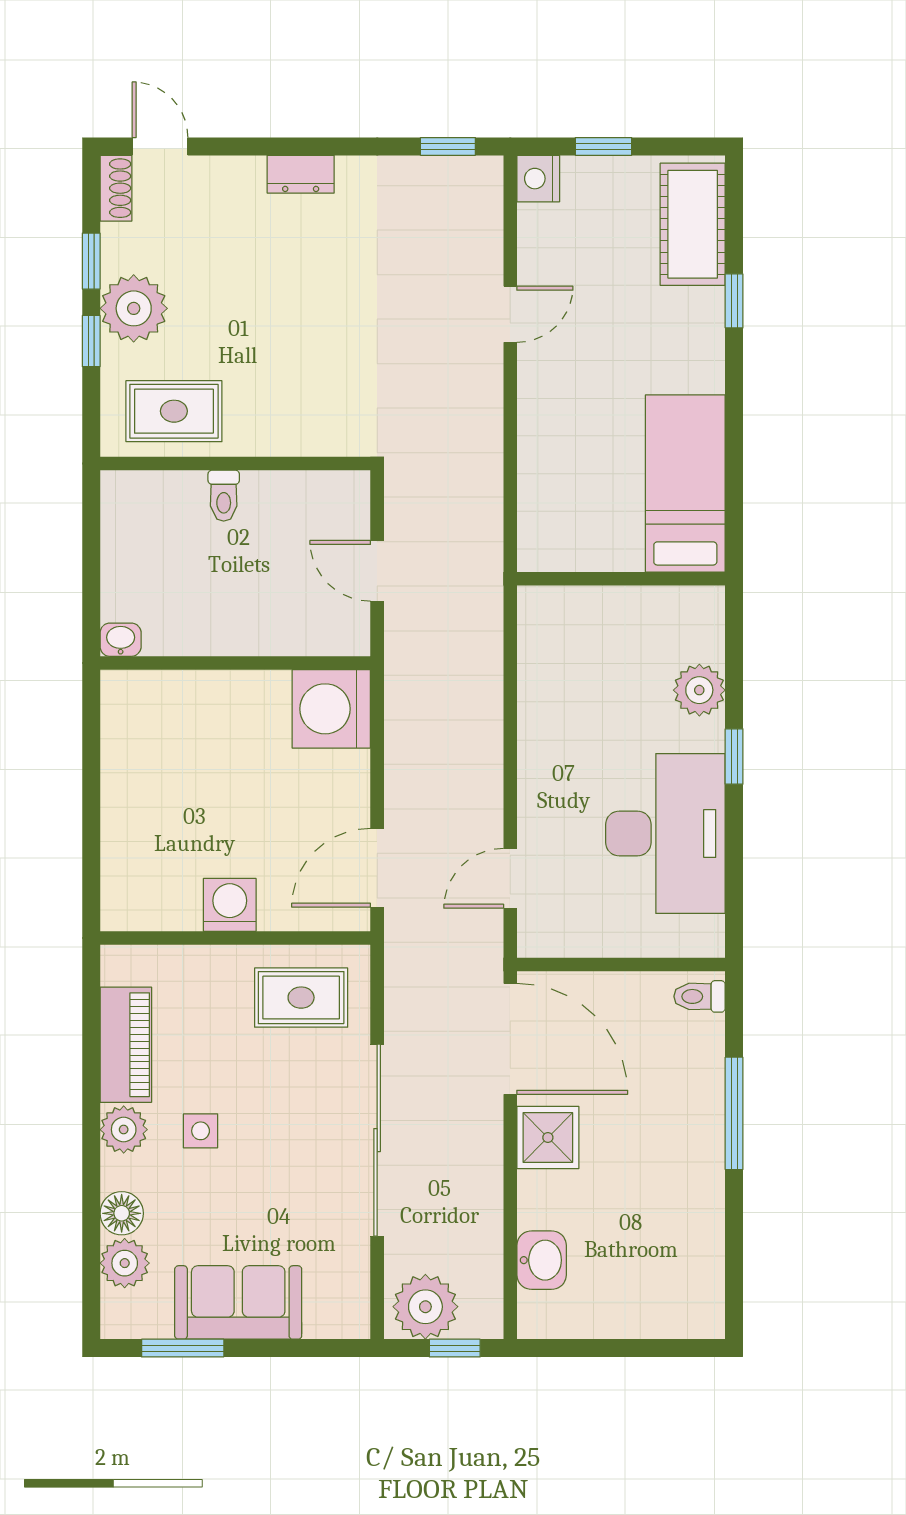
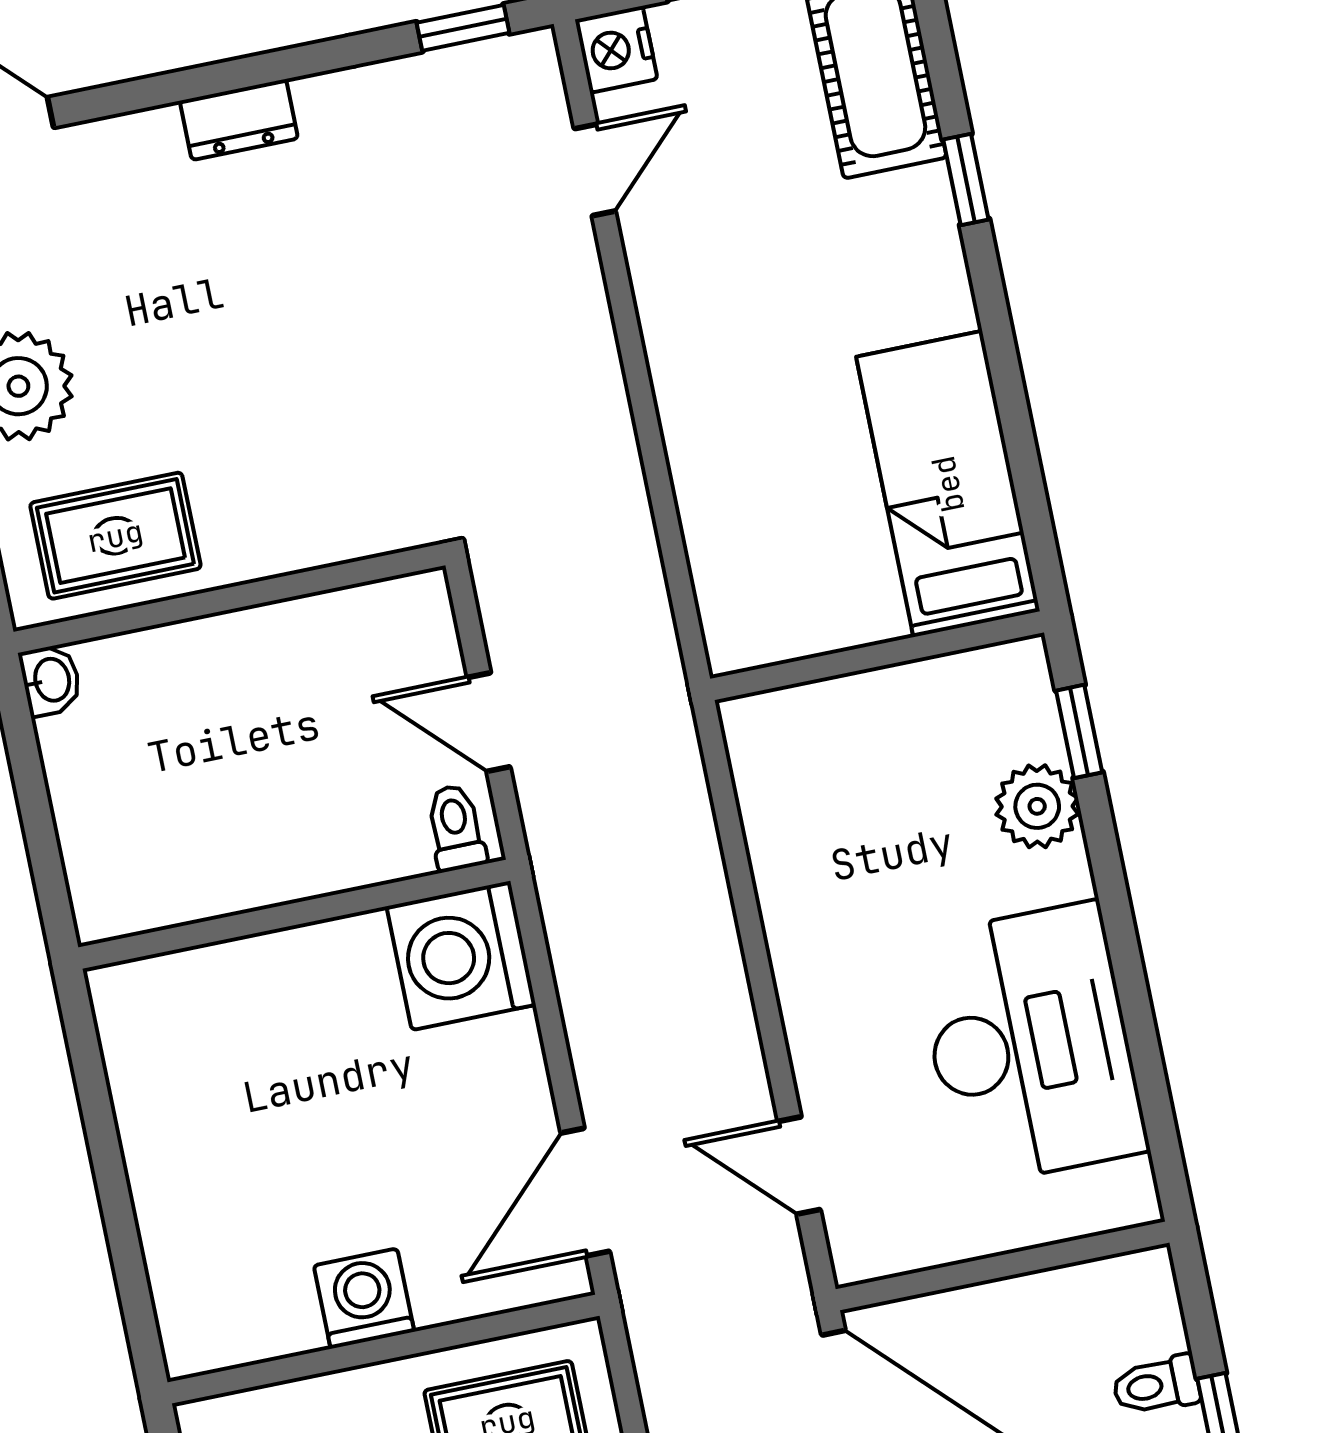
door: (510, 314) -> (595, 170), moved
toilet: (224, 496) -> (456, 828), moved, turned 180
washbasin: (121, 640) -> (51, 680), moved, turned 90
window: (734, 756) -> (1079, 731), moved
door: (510, 878) -> (799, 1166), hinge flipped
toilet: (699, 996) -> (1156, 1385), moved

